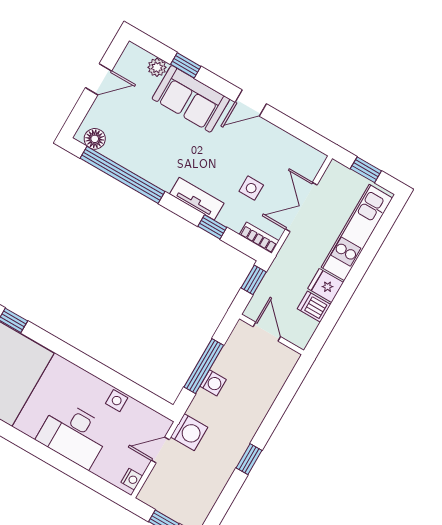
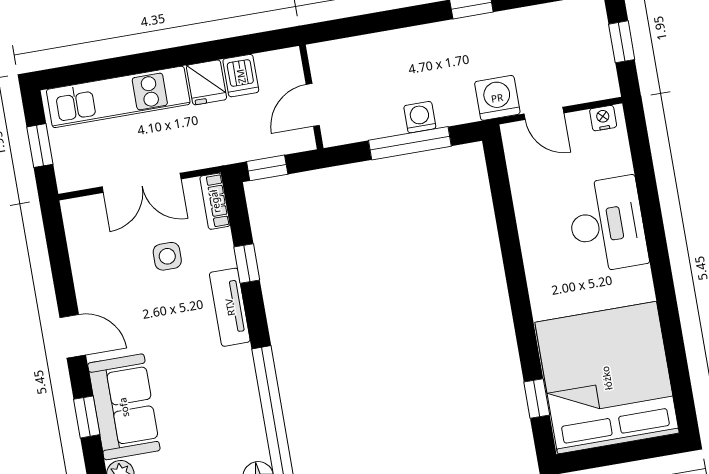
window: (186, 65) -> (87, 417), moved
side table: (117, 401) -> (530, 208), removed

